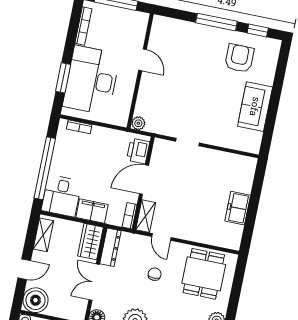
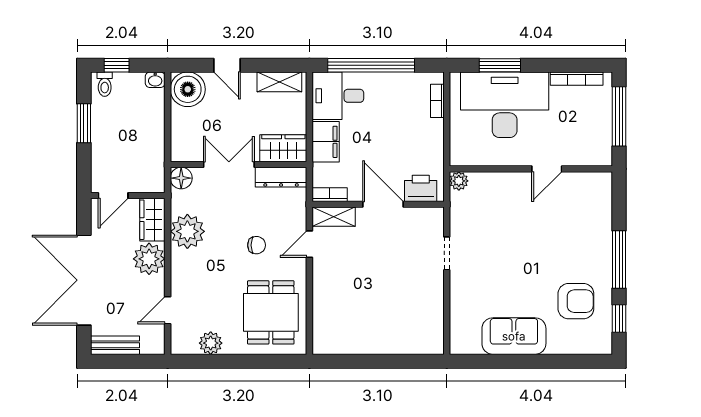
freezer: (238, 208) -> (370, 341), removed
dining table: (204, 274) -> (271, 312), turned 90

